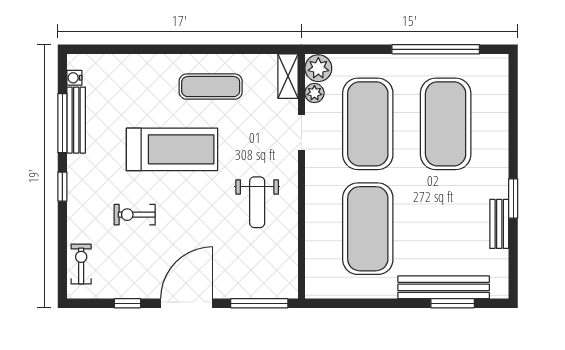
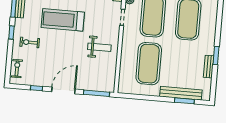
treadmill: (172, 149) -> (63, 20), turned 180
weight bench: (257, 202) -> (99, 47), turned -90
exercise bike: (135, 215) -> (30, 42), moved

